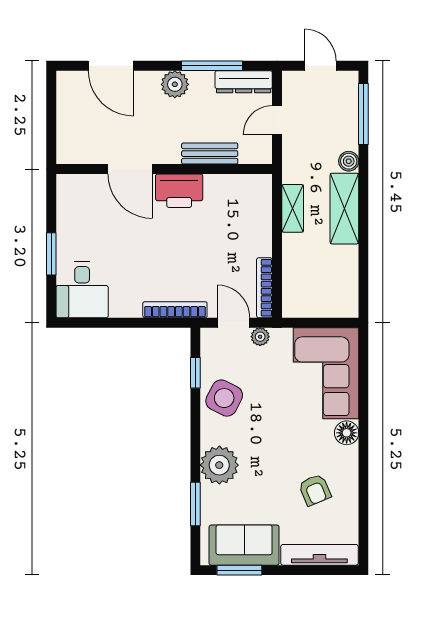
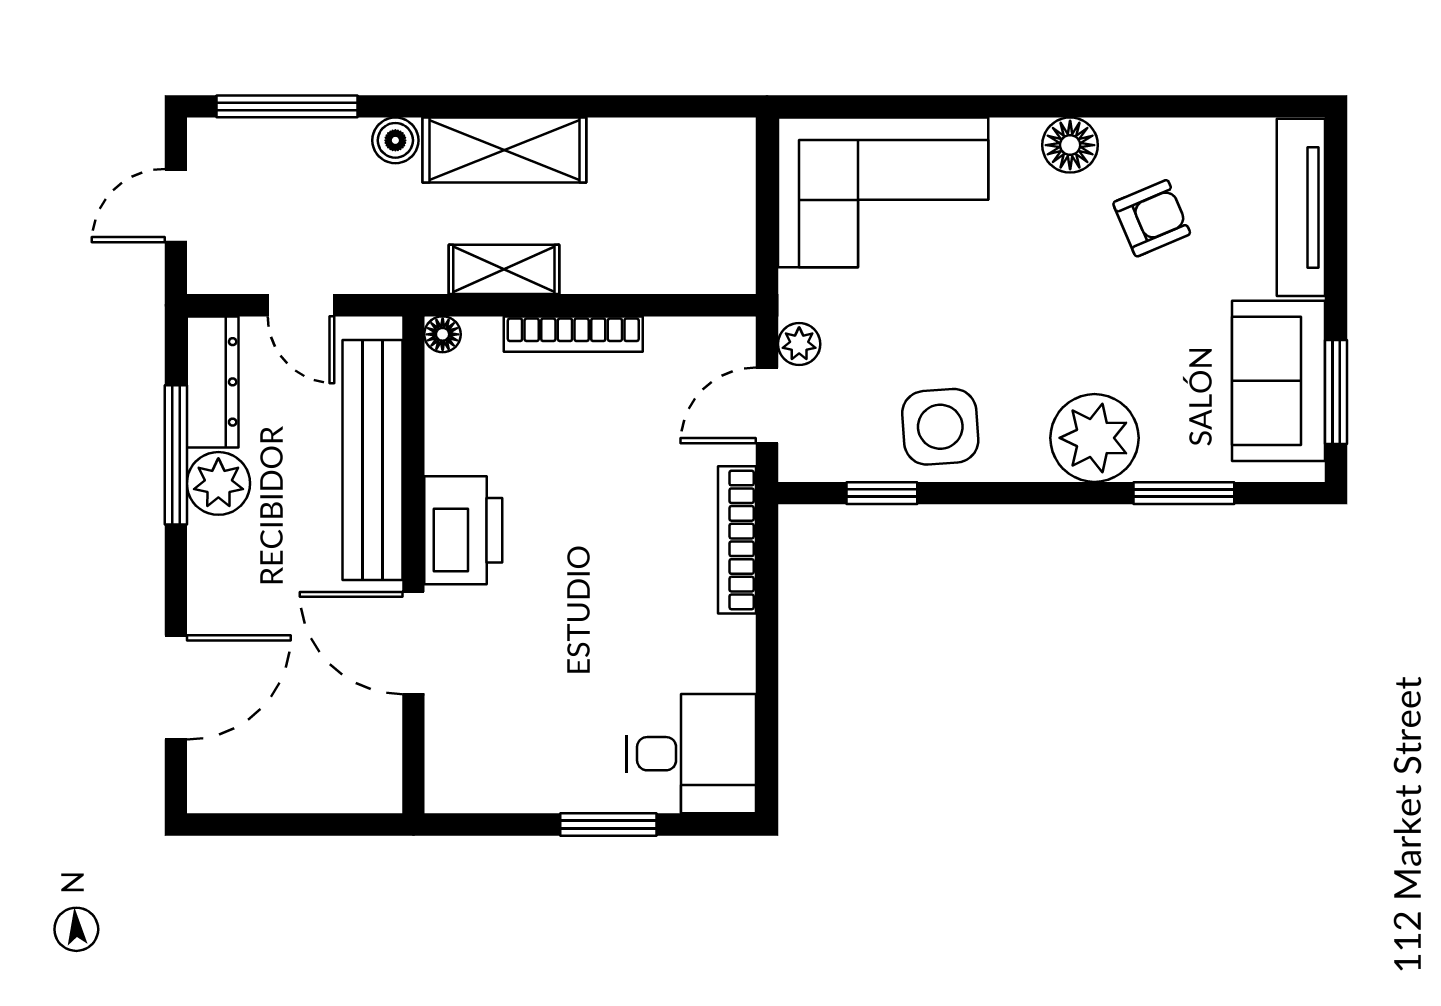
plant: (175, 84) -> (218, 483), moved
bench: (210, 154) -> (372, 460), width x1.86, depth x1.21
door: (130, 169) -> (413, 643), swing flipped
floor lamp: (264, 182) -> (443, 334), added
bookcase: (264, 288) -> (573, 334), moved
side table: (224, 398) -> (940, 427), turned -31
floor lamp: (347, 433) -> (1070, 145), moved

